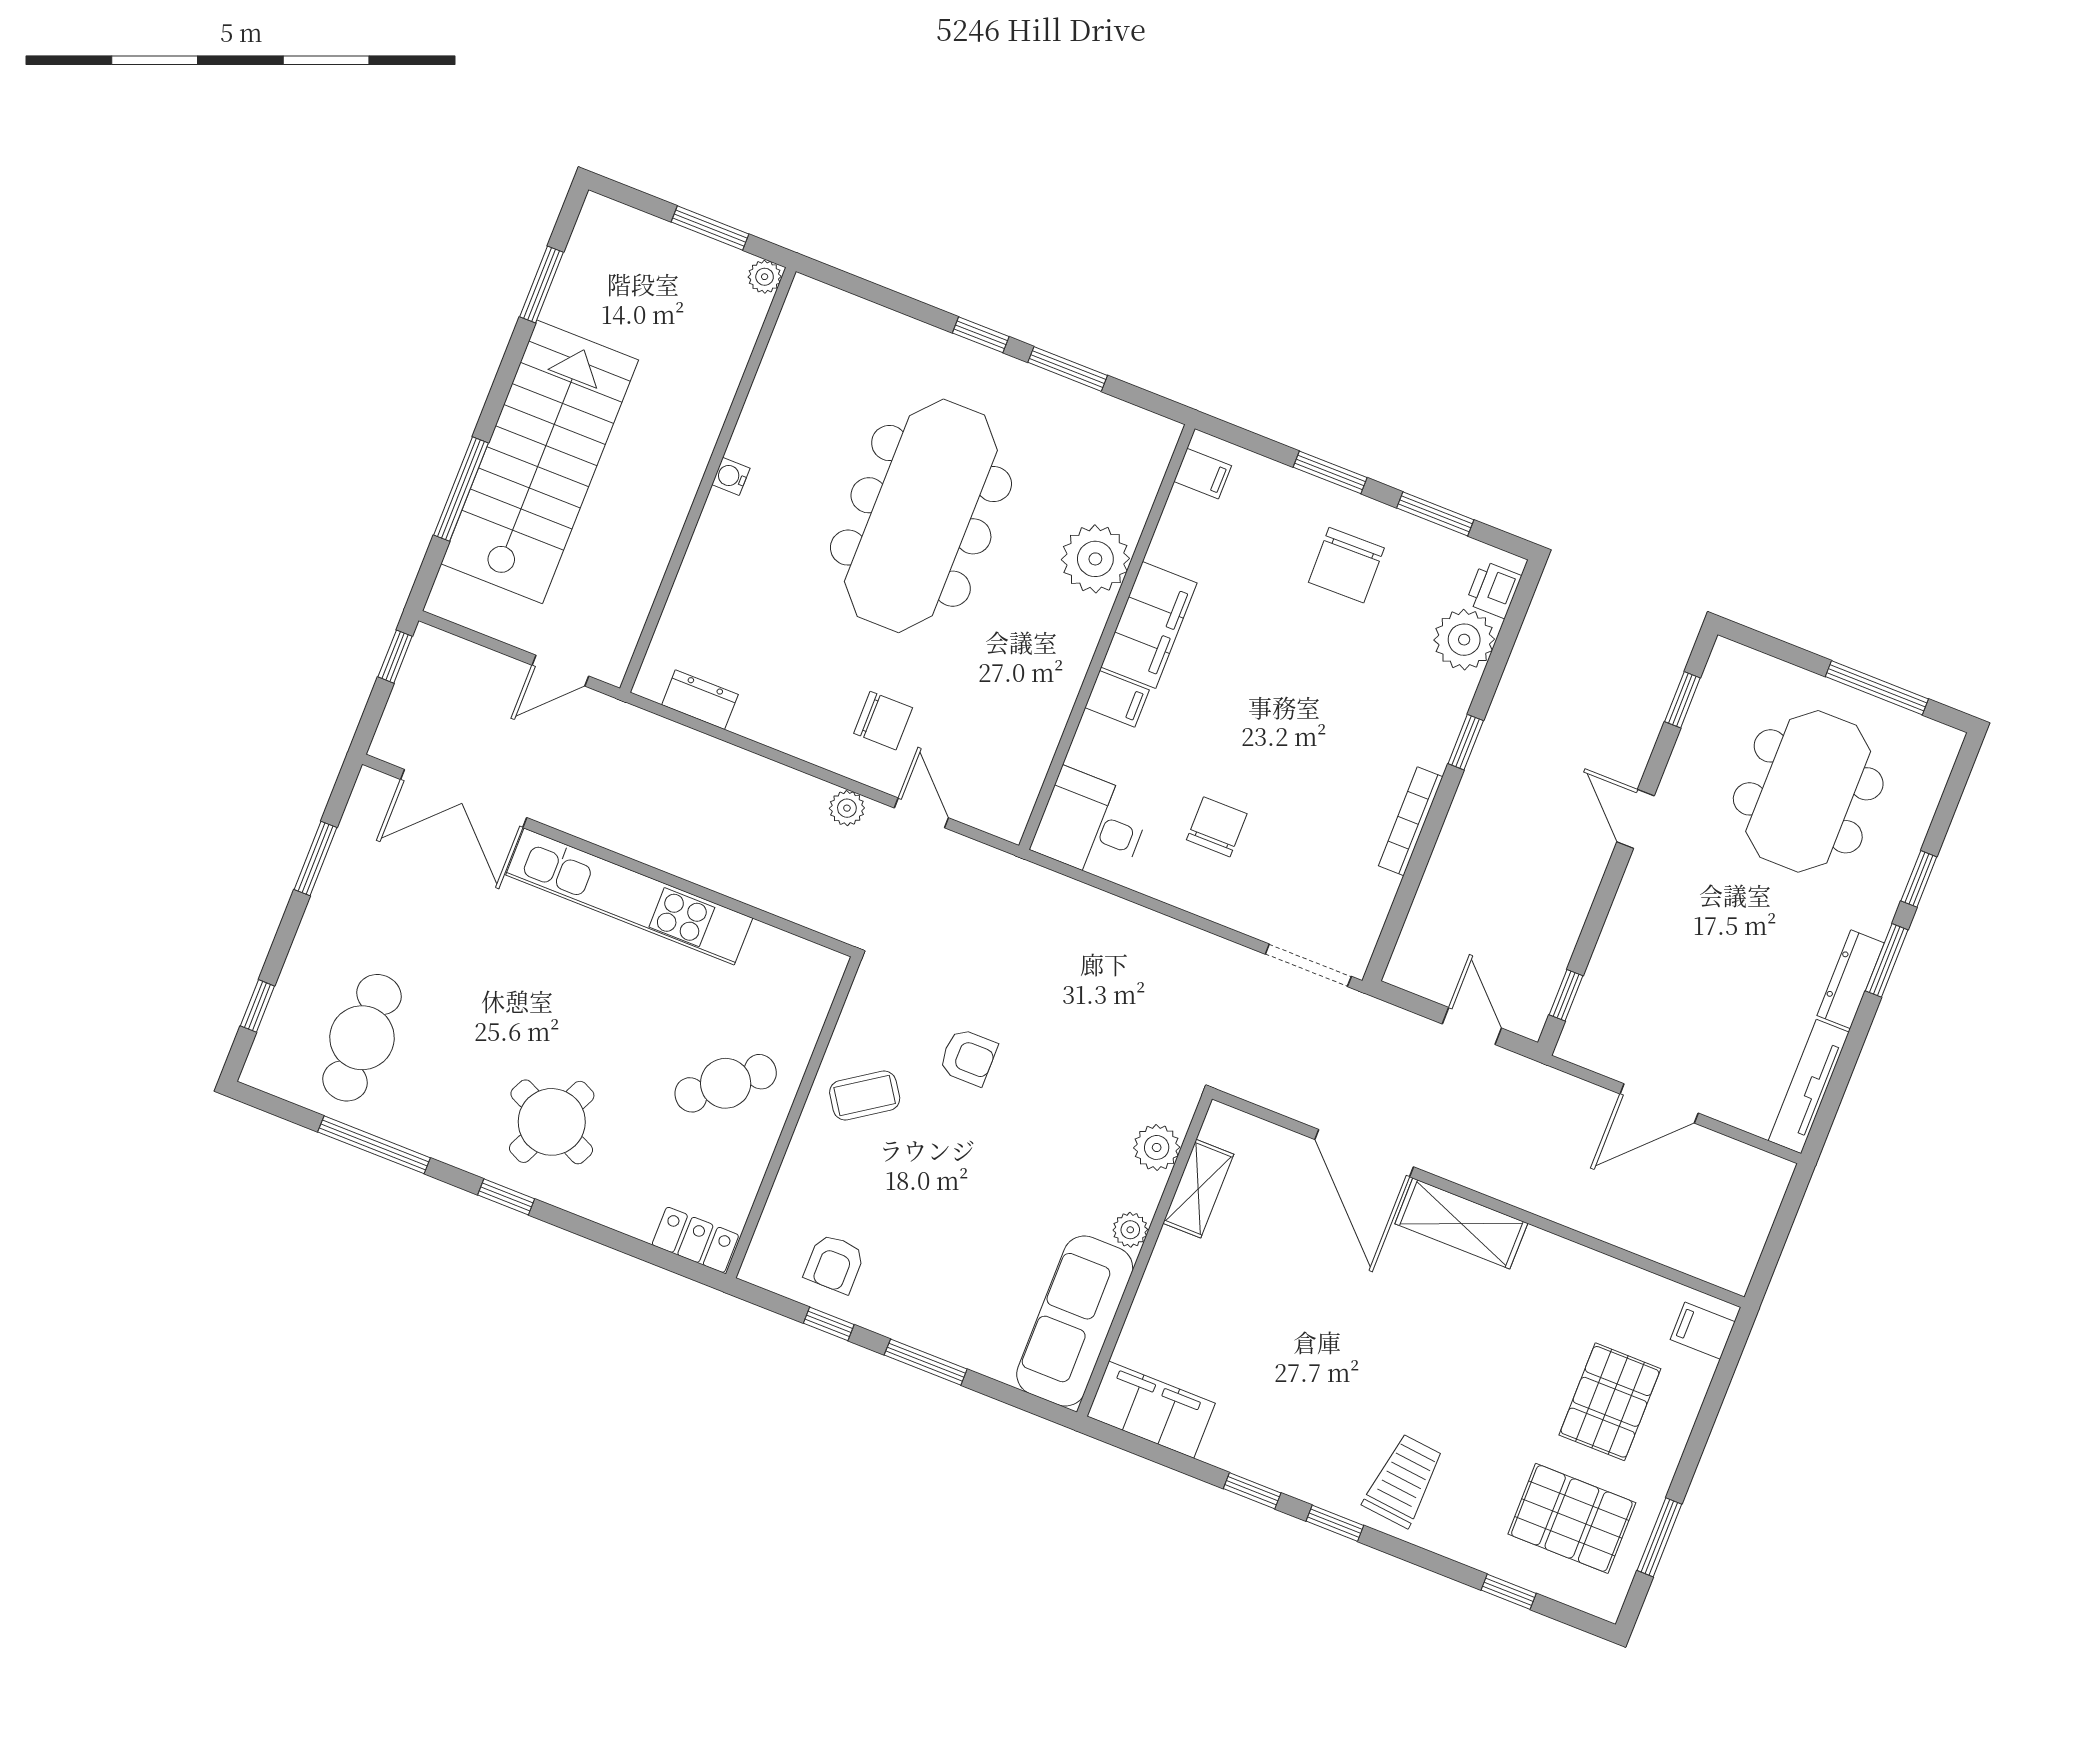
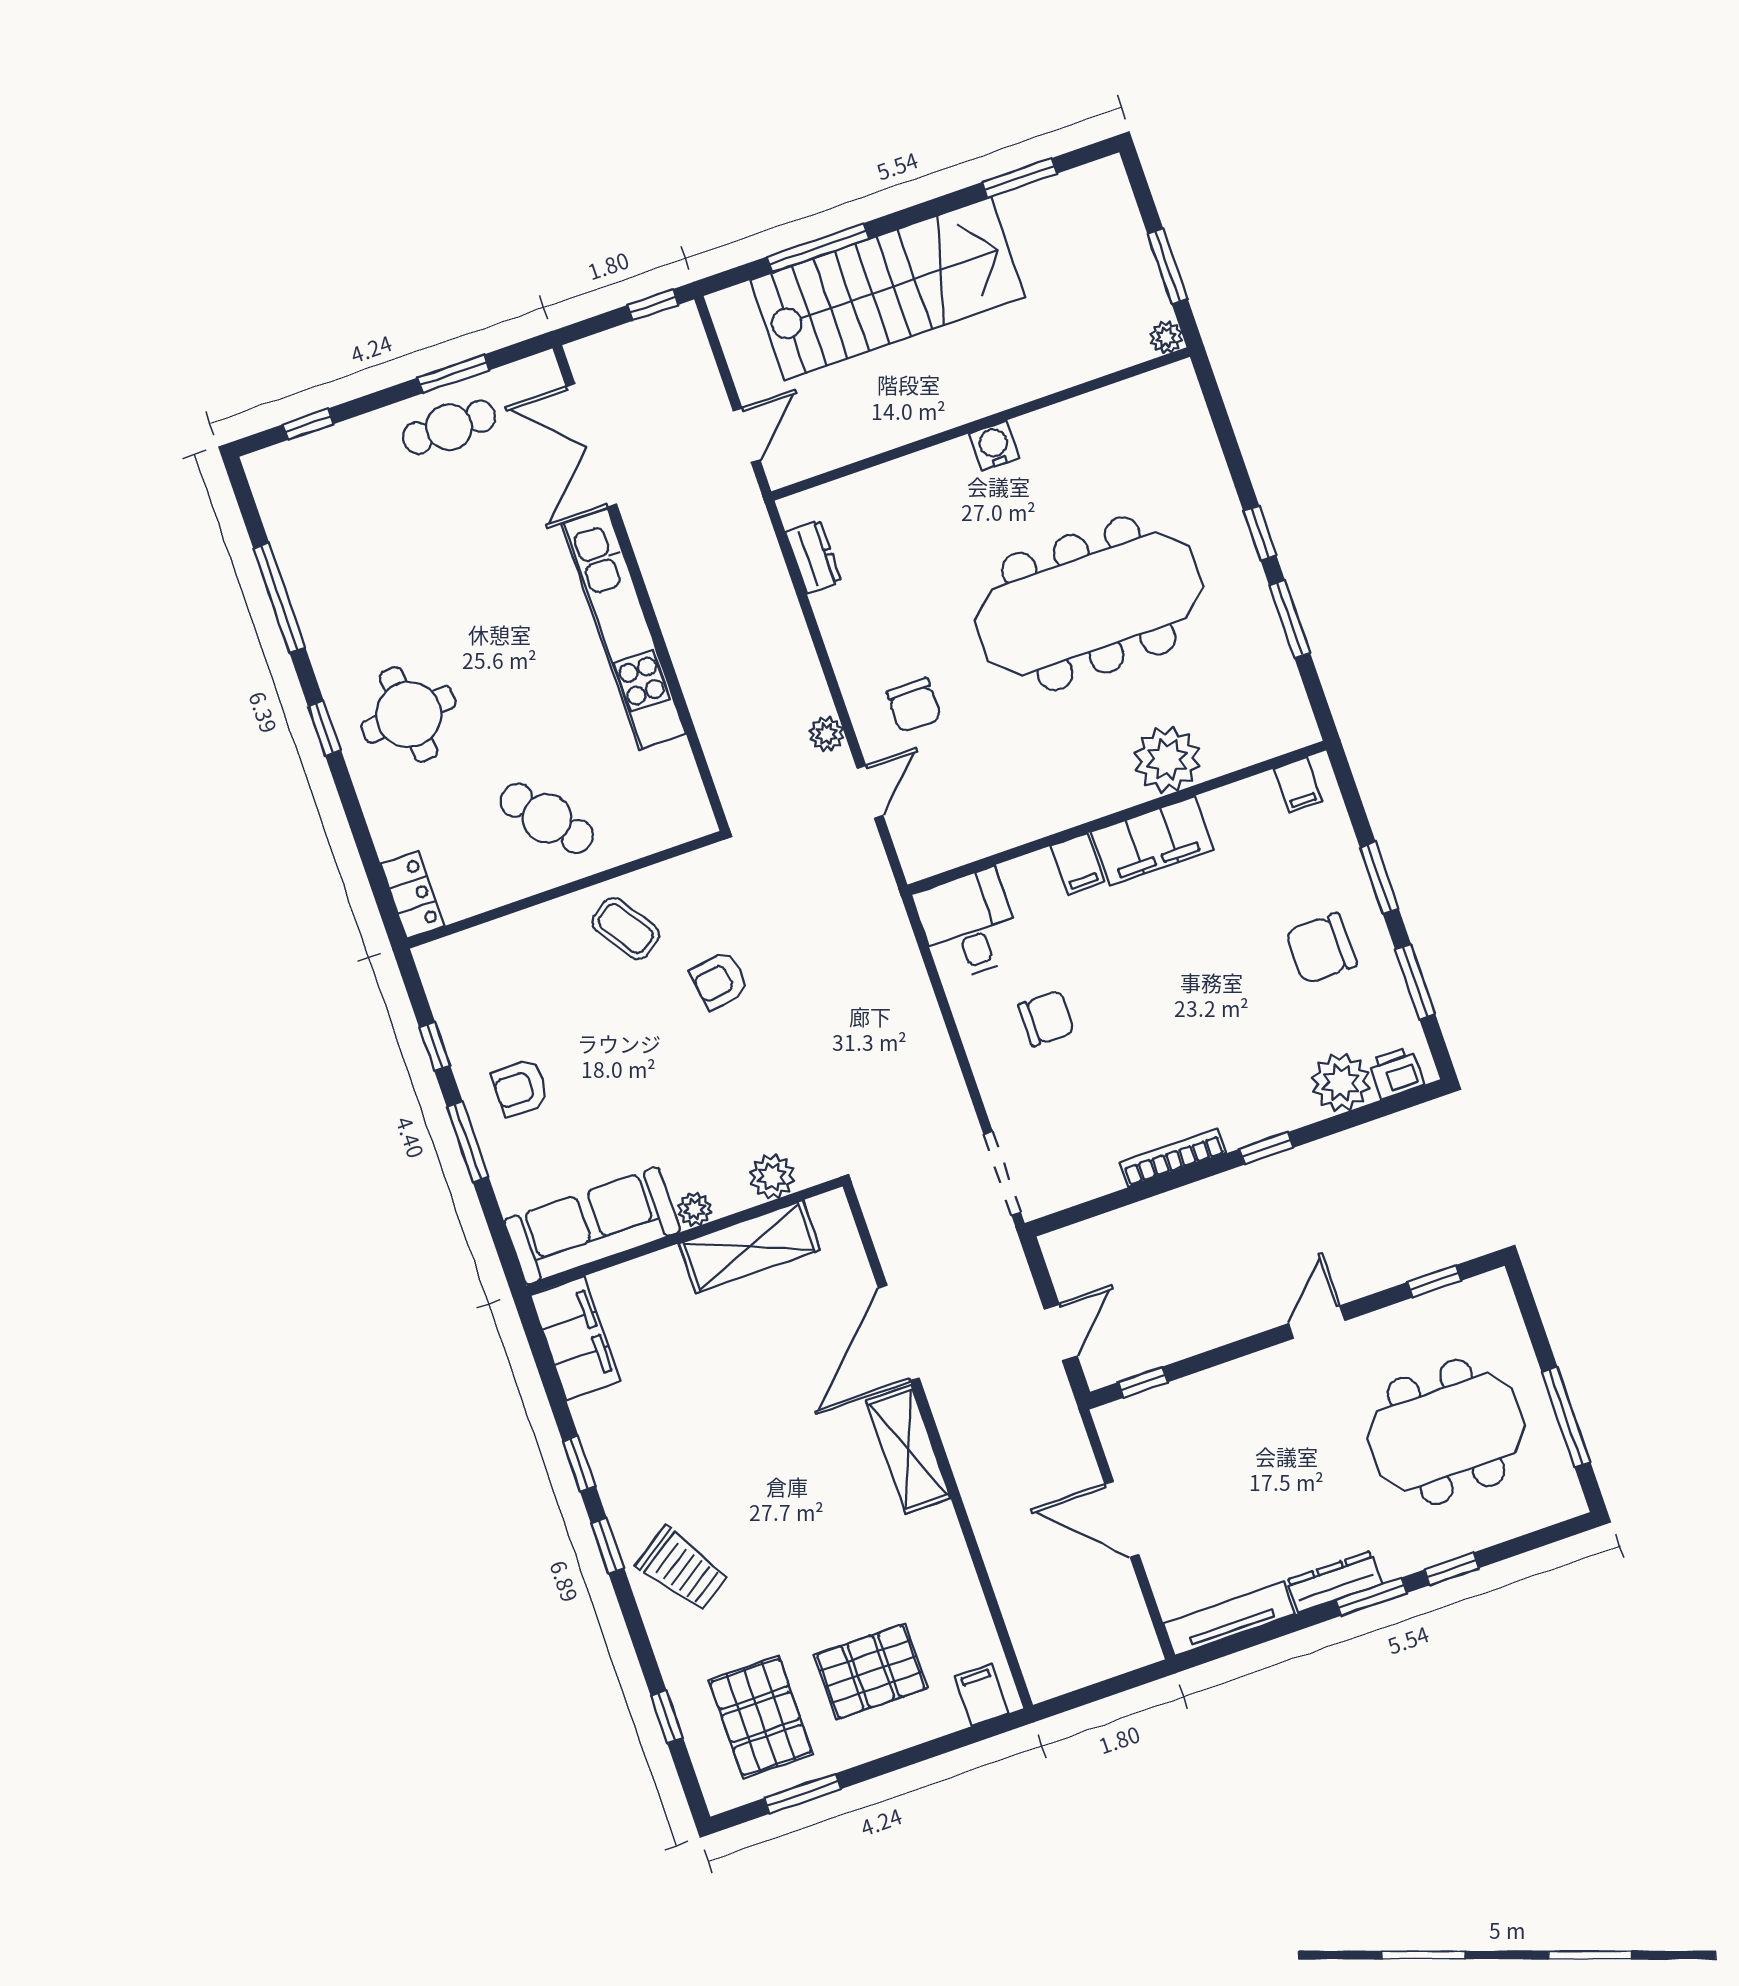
water cooler: (731, 476) -> (994, 446), width x1.38, depth x1.38
door: (560, 671) -> (747, 436), swing flipped
cafe table: (362, 1038) -> (449, 427), moved, width x0.73, depth x0.74
armchair: (968, 1057) -> (719, 981), turned 82
round table: (552, 1122) -> (409, 714), turned -30
shelving: (1198, 1189) -> (749, 1247), width x1.50, depth x1.33
armchair: (834, 1264) -> (520, 1088), moved
trolley: (1404, 1481) -> (682, 1569), turned 50

